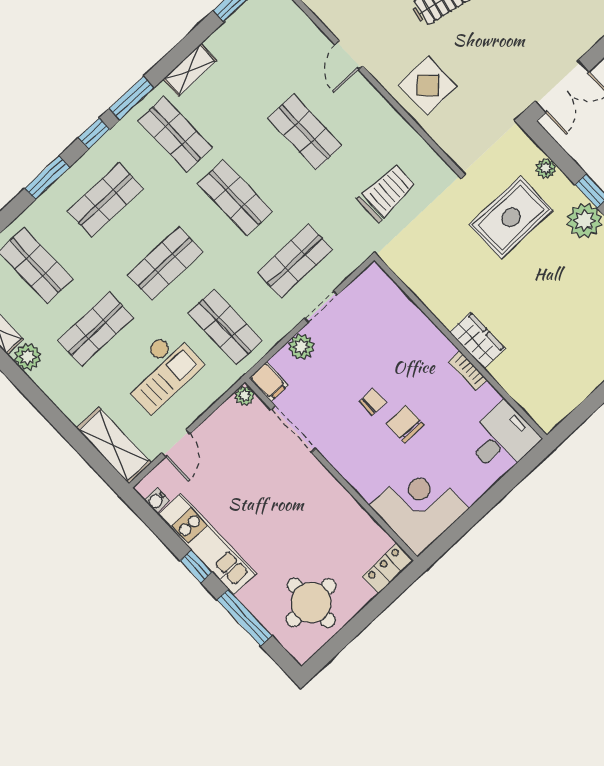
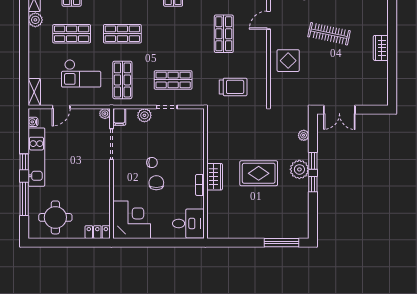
shop shelf: (235, 198) -> (173, 34), removed
rug: (511, 217) -> (259, 173), moved
shelving: (114, 446) -> (34, 92), width x0.67, depth x0.75

